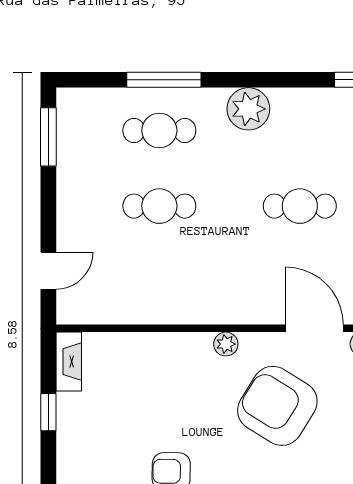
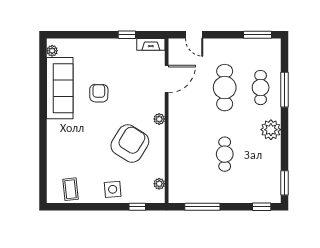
cafe table: (159, 206) -> (225, 88), width x1.37, depth x1.35
door: (315, 328) -> (167, 79), moved

